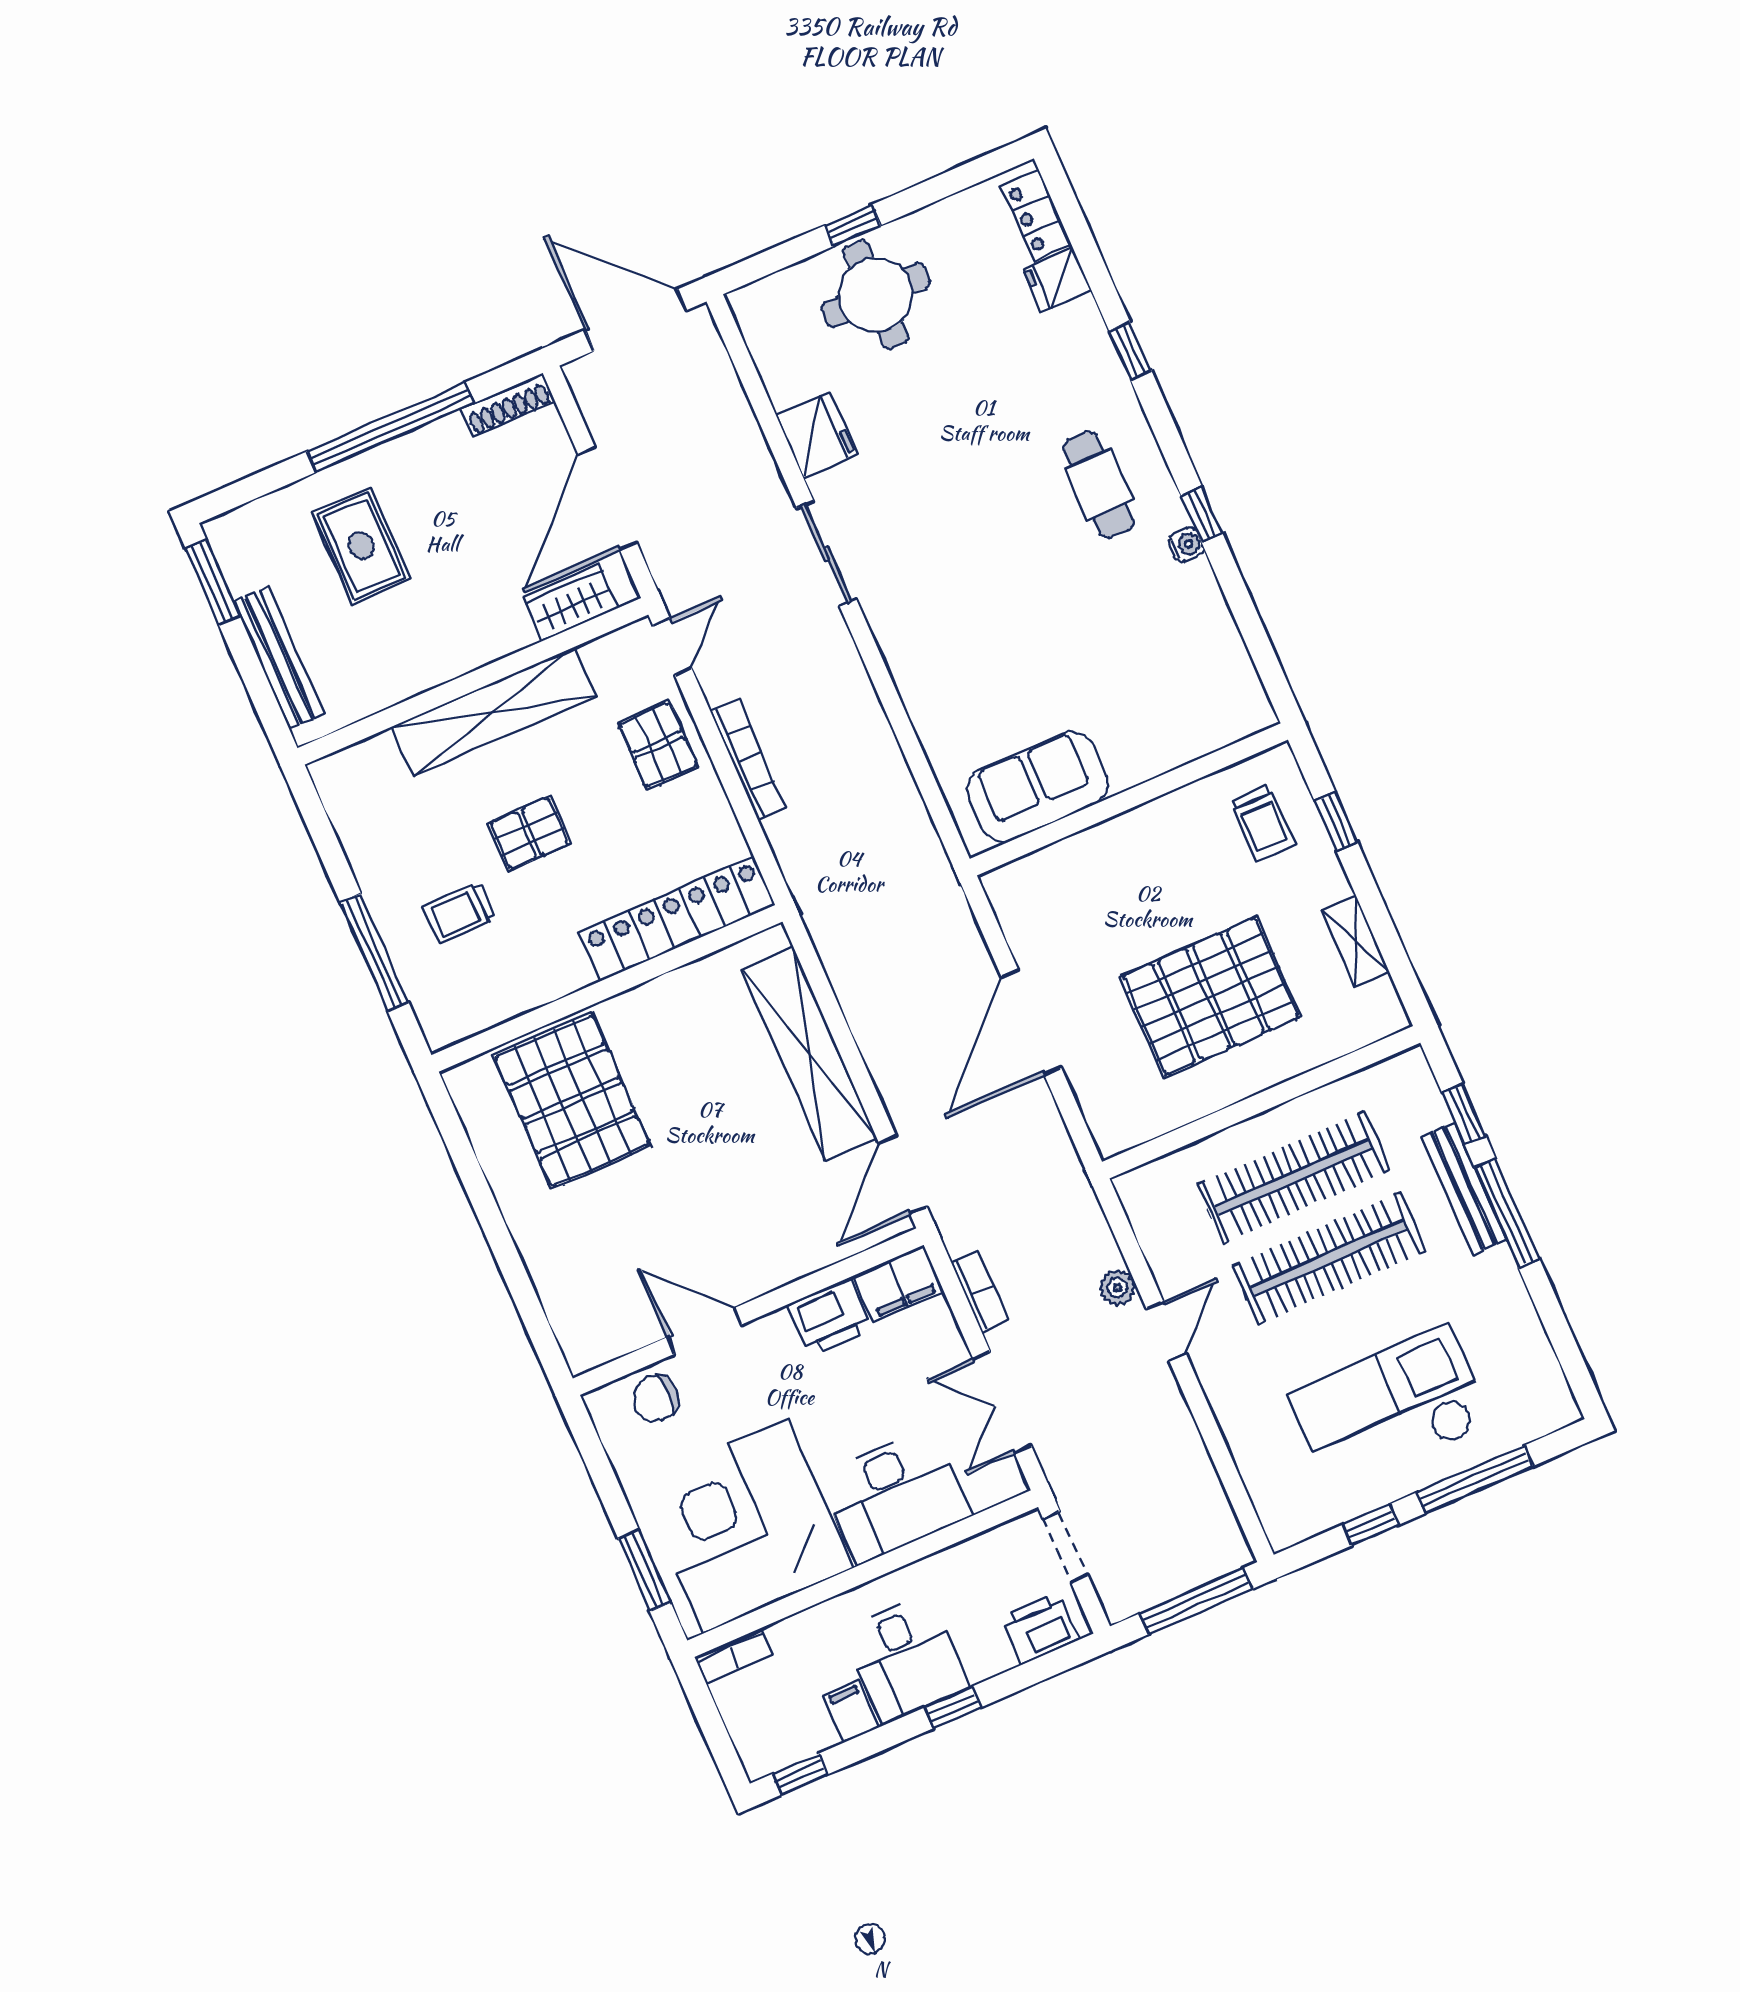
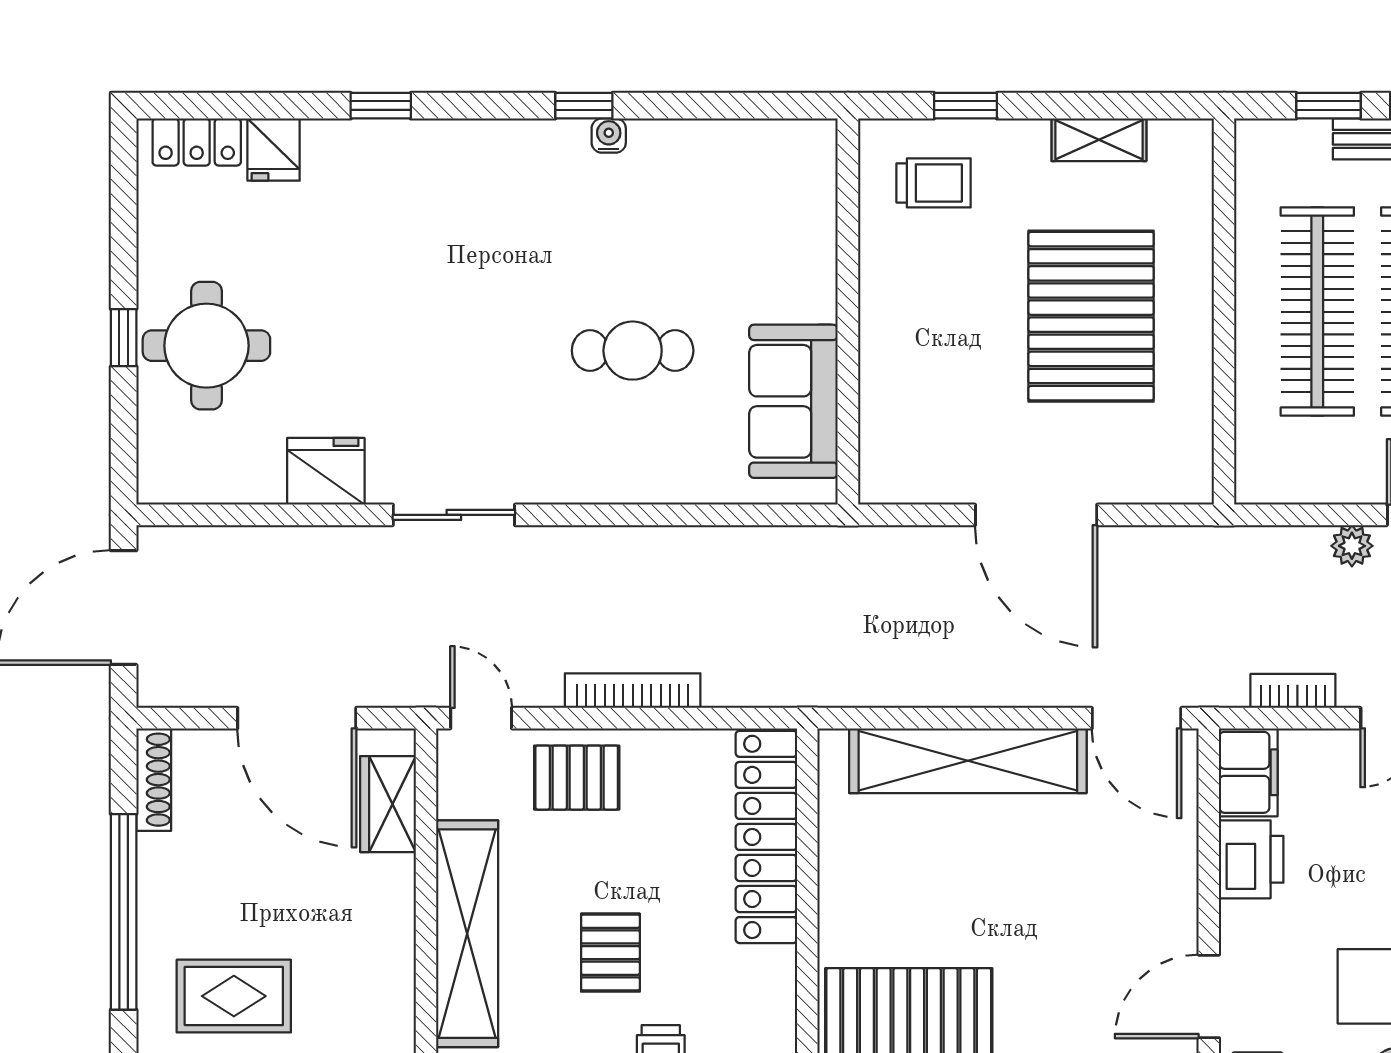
cafe table: (1099, 485) -> (633, 351), moved

